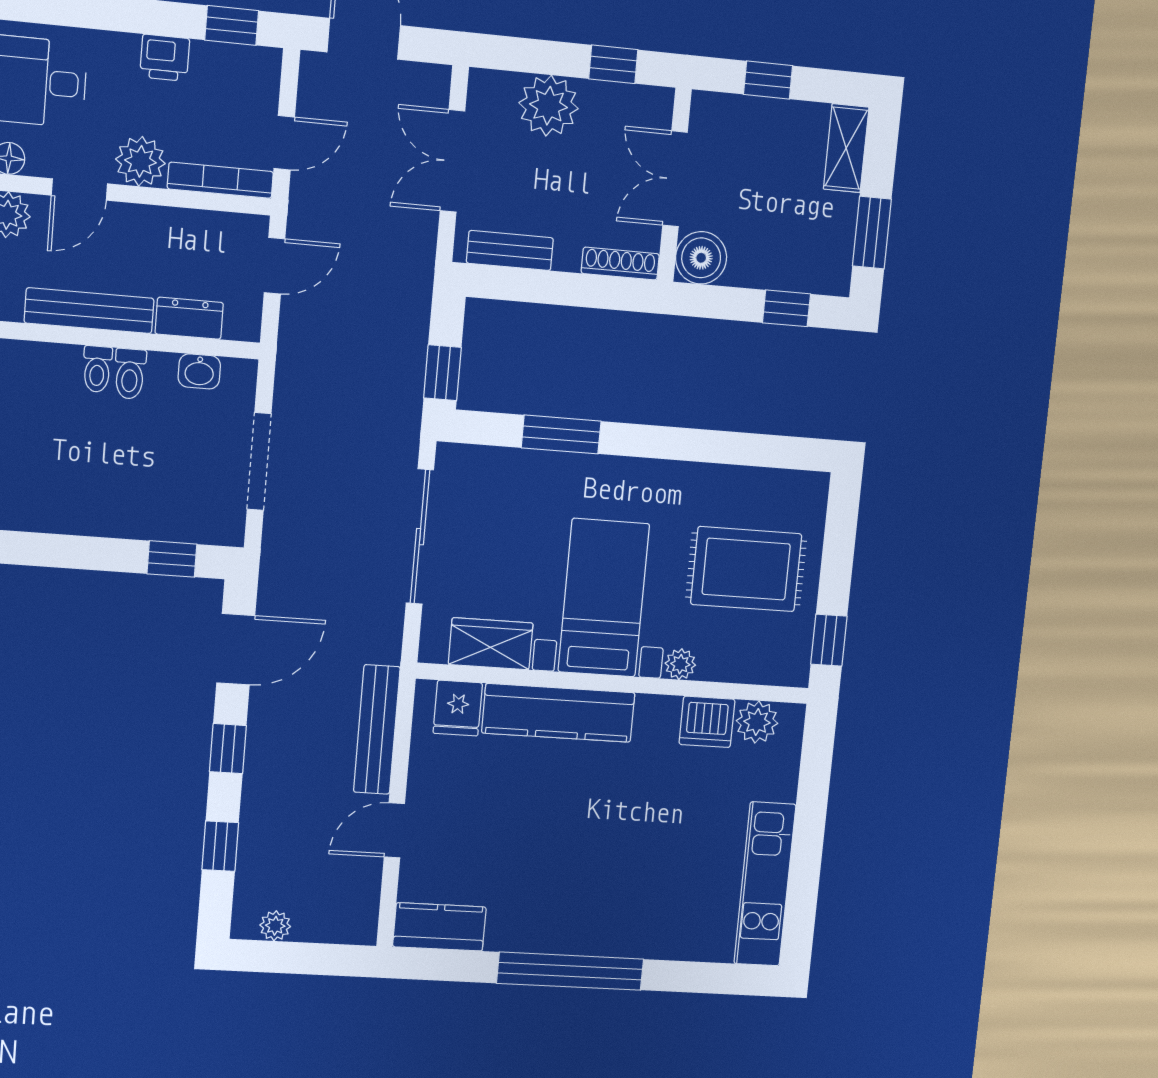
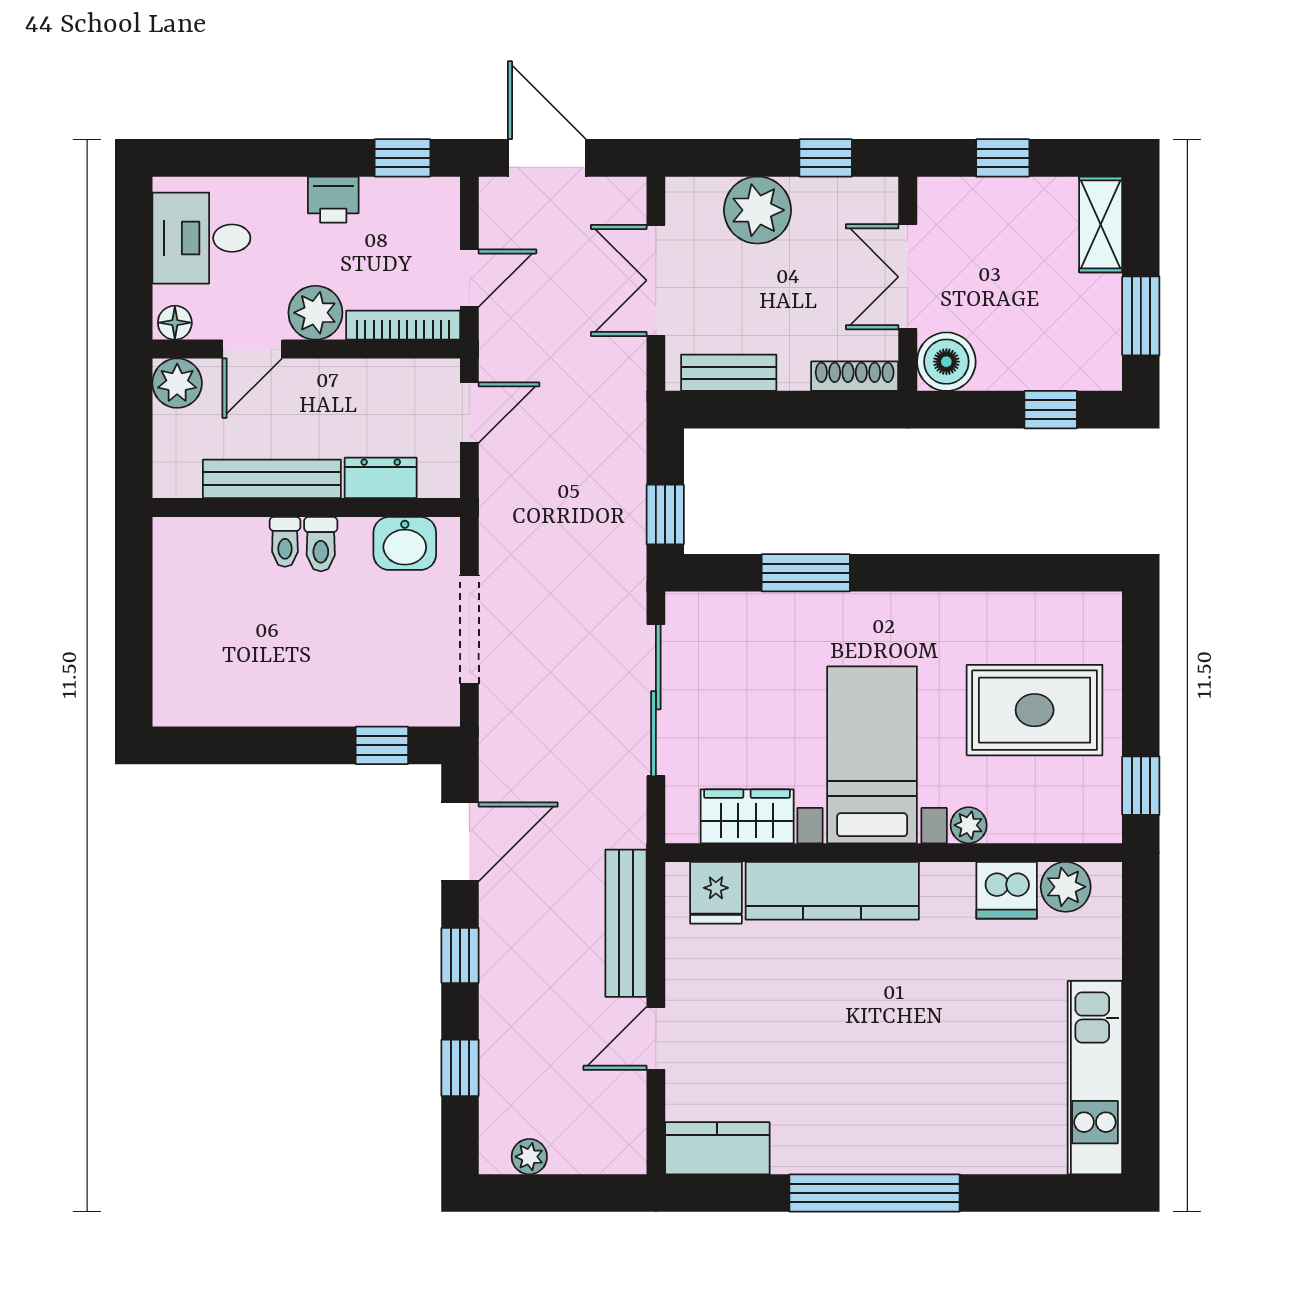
washbasin: (199, 371) -> (405, 543), width x1.38, depth x1.45

